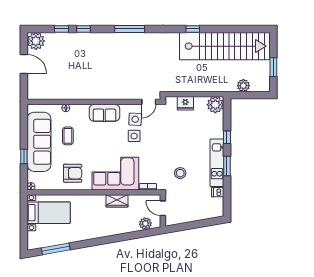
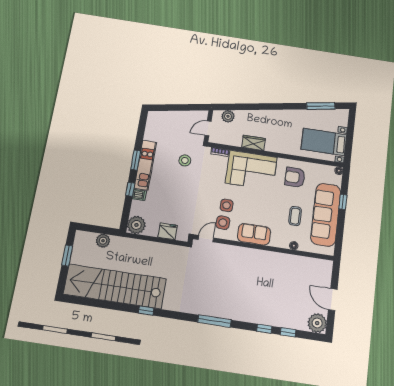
dishwasher: (218, 192) -> (139, 195), moved
door: (163, 208) -> (208, 128), swing flipped

